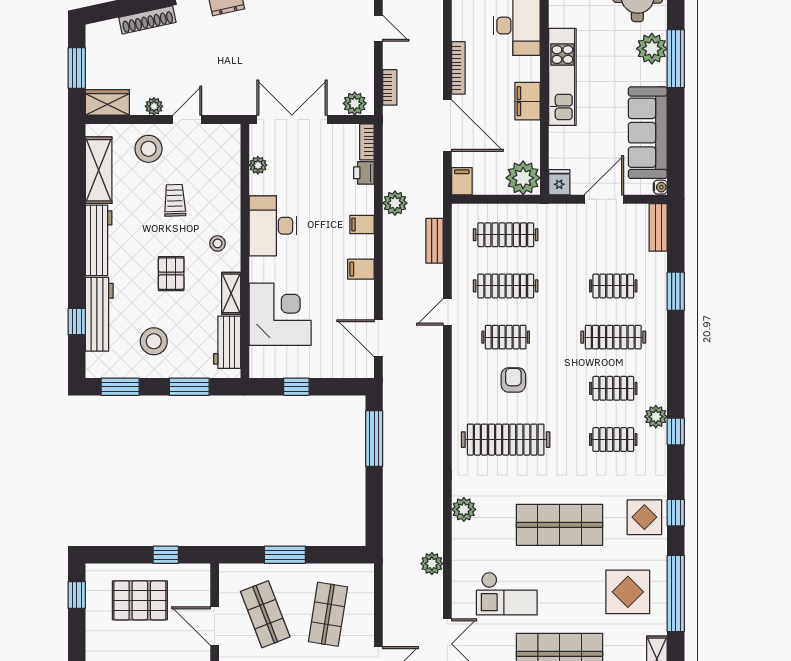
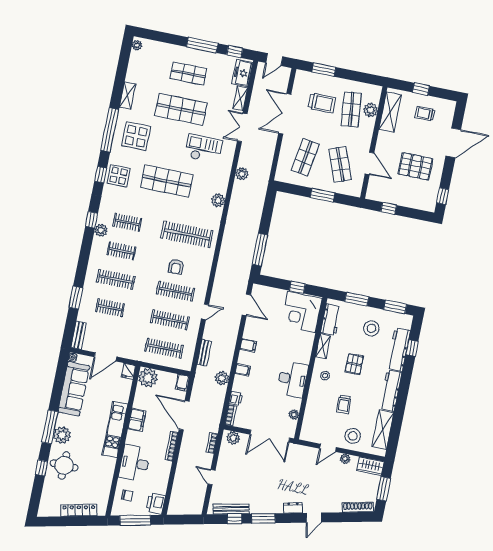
shoe rack: (147, 20) -> (358, 507), moved
corner desk: (280, 314) -> (302, 312), moved
clothes rail: (506, 337) -> (175, 291), width x1.36
pallet: (140, 600) -> (415, 166), moved

